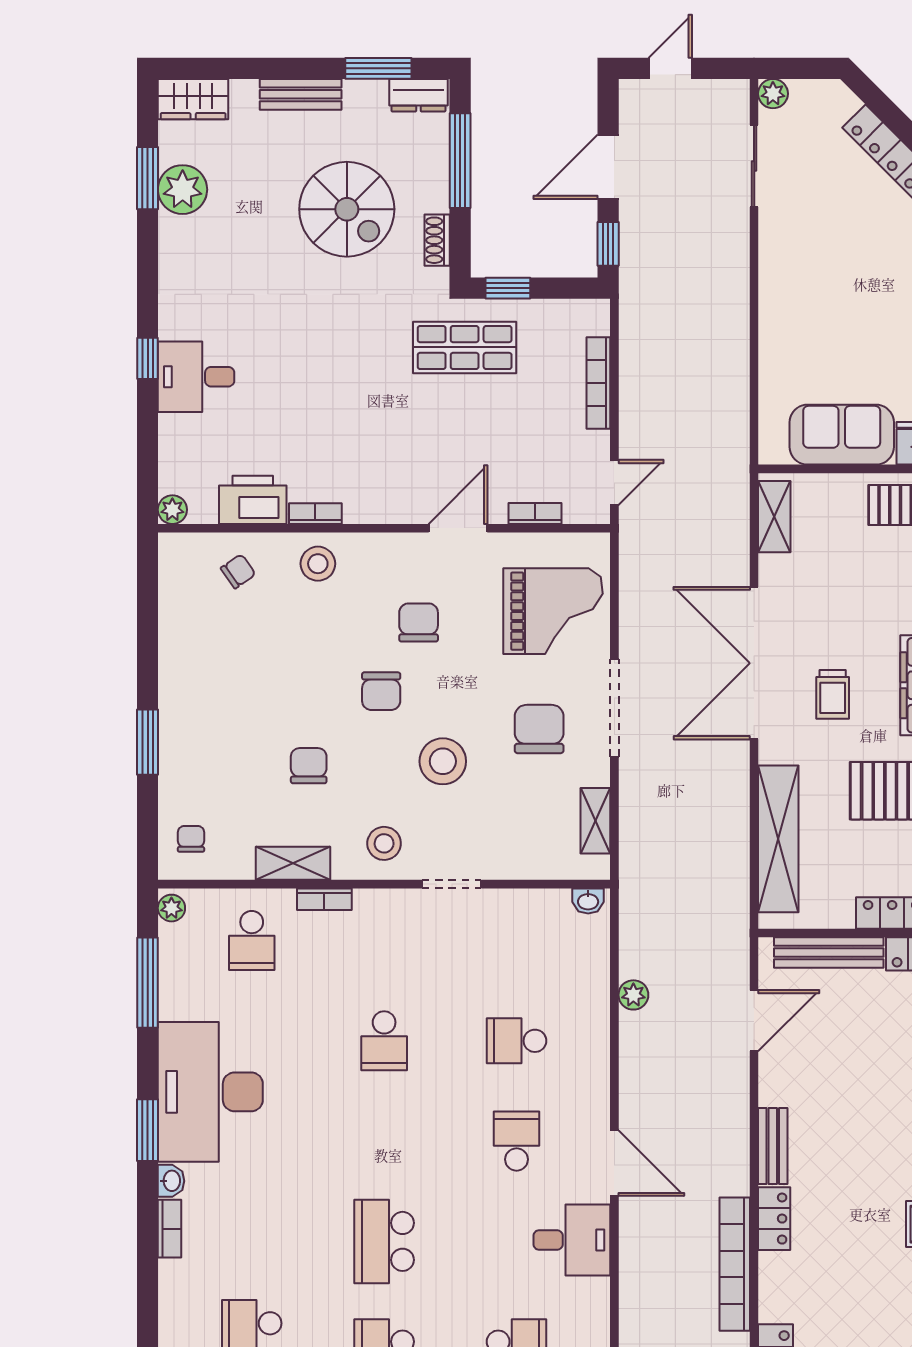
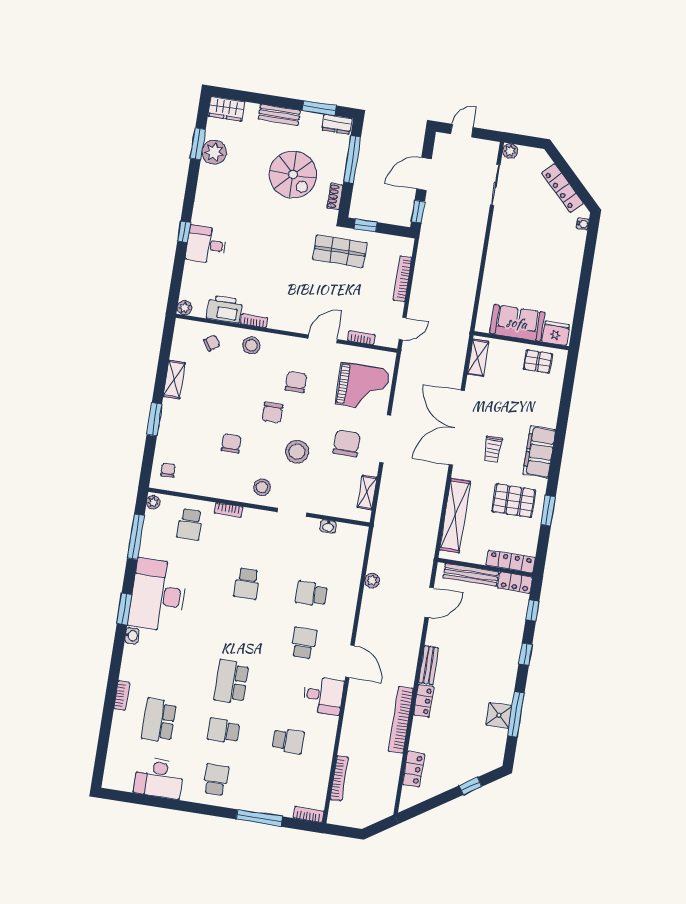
shelving: (293, 863) -> (174, 380), moved, turned 90
washbasin: (588, 901) -> (328, 526), moved
bookcase: (170, 1229) -> (122, 695), moved

